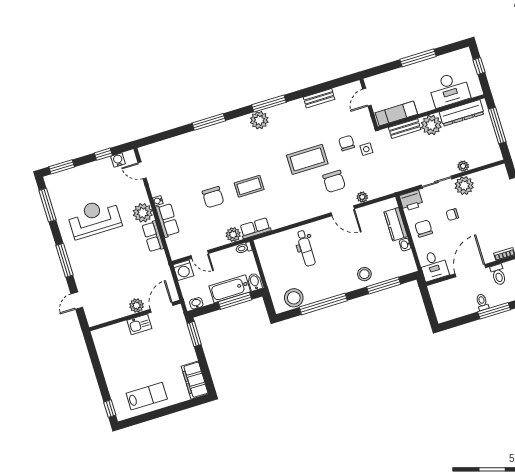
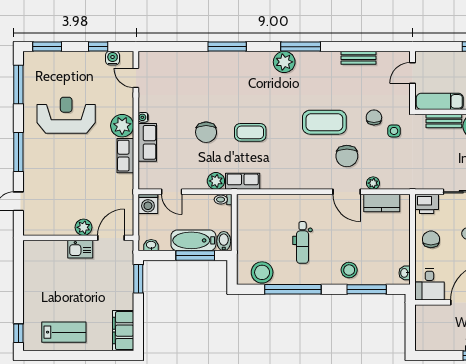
kitchen counter: (396, 224) -> (382, 203), moved, turned -90
washbasin: (405, 245) -> (405, 273), moved
dental chair: (306, 248) -> (303, 242), moved

